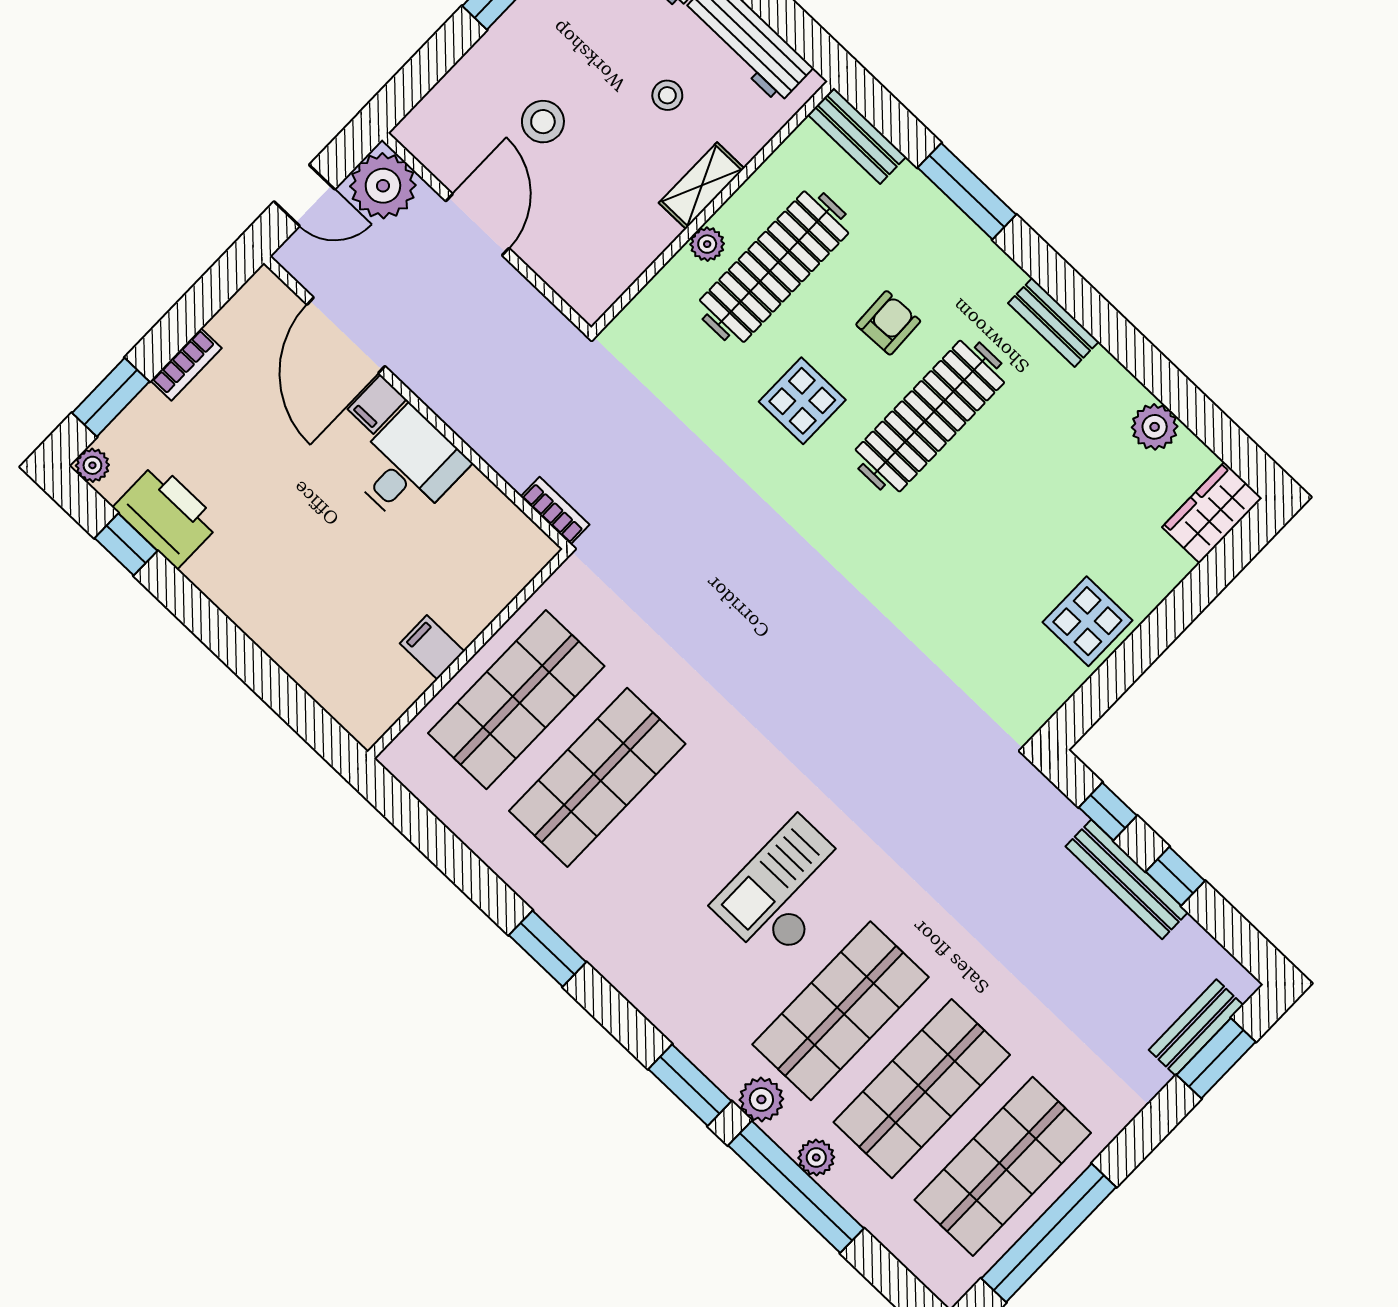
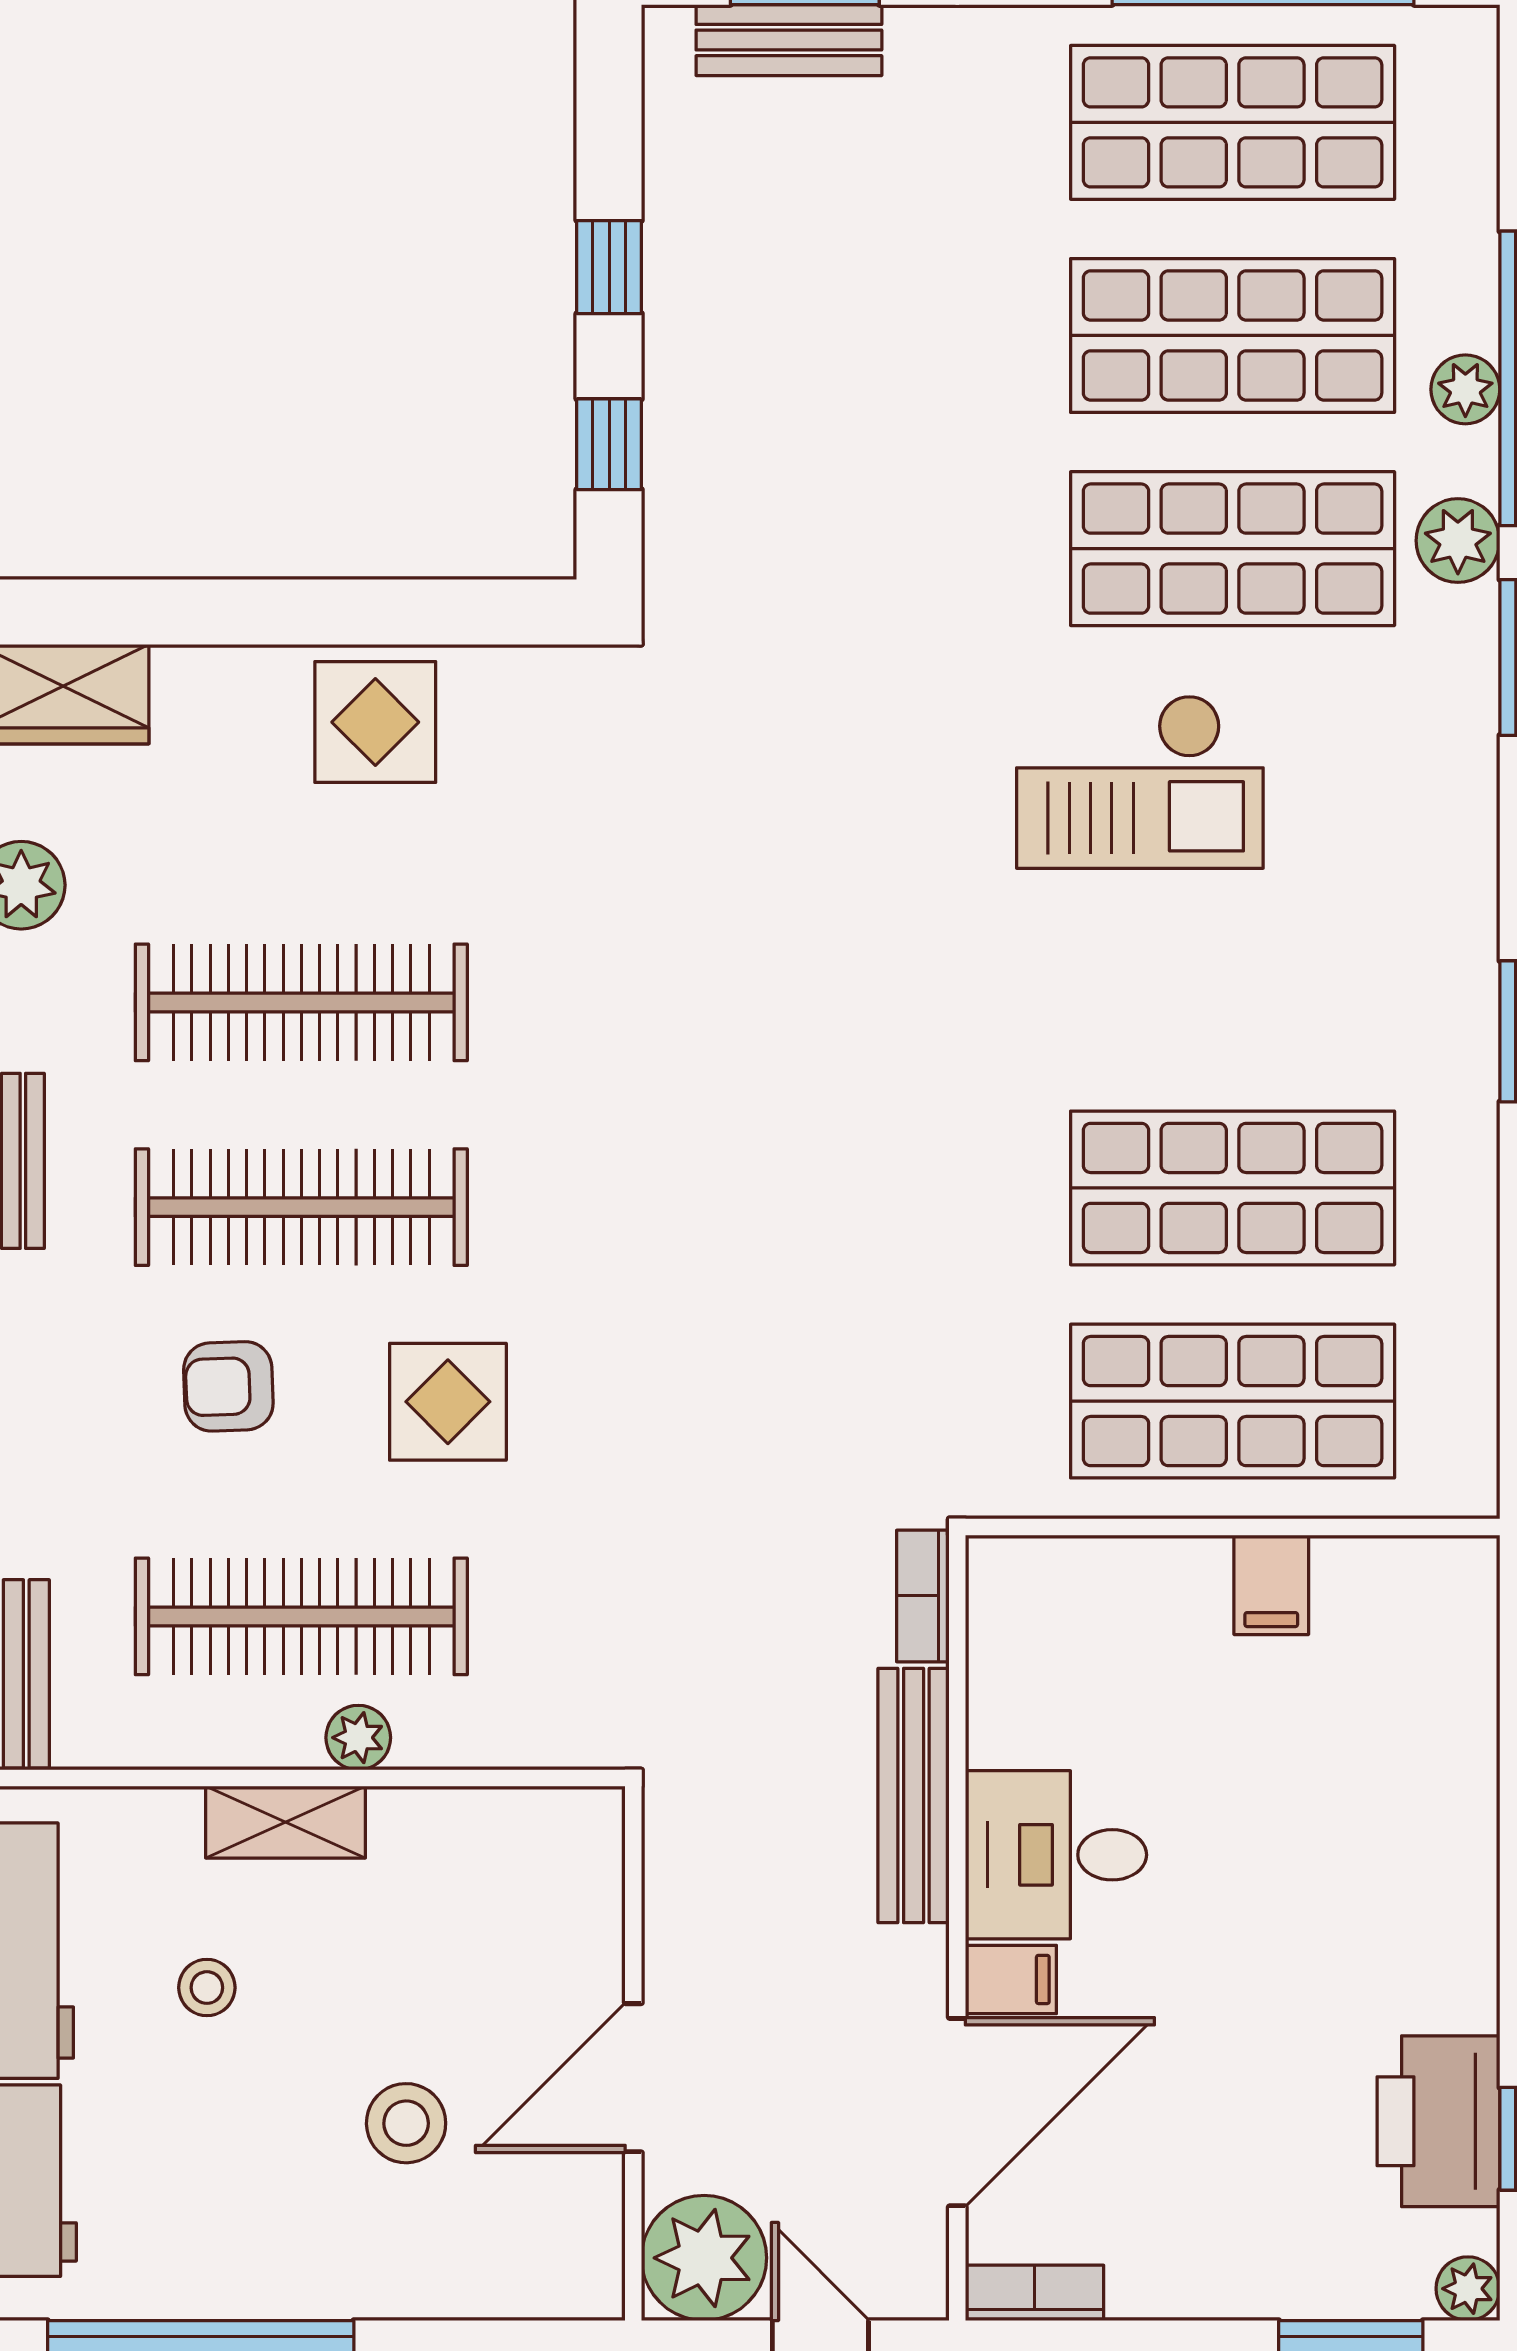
bookcase: (186, 364) -> (1035, 2293), moved
clothes rail: (1008, 491) -> (301, 1002), added
bench: (1127, 879) -> (914, 1795), moved

